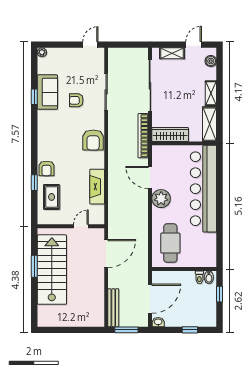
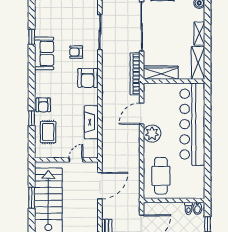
sofa: (47, 92) -> (44, 53), moved
armchair: (76, 100) -> (76, 52), moved
door: (150, 178) -> (142, 114), hinge flipped

